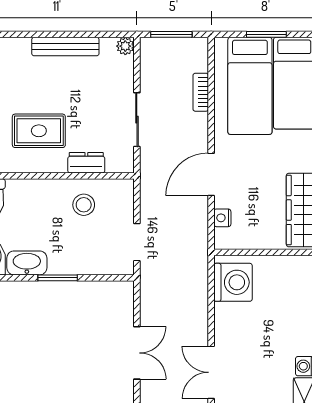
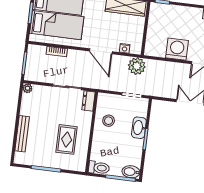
bench: (65, 47) -> (22, 134), moved
dresser: (86, 163) -> (88, 101), moved
plant: (192, 245) -> (137, 66), added
washbasin: (27, 263) -> (139, 128), moved
washing machine: (233, 282) -> (177, 49), moved

